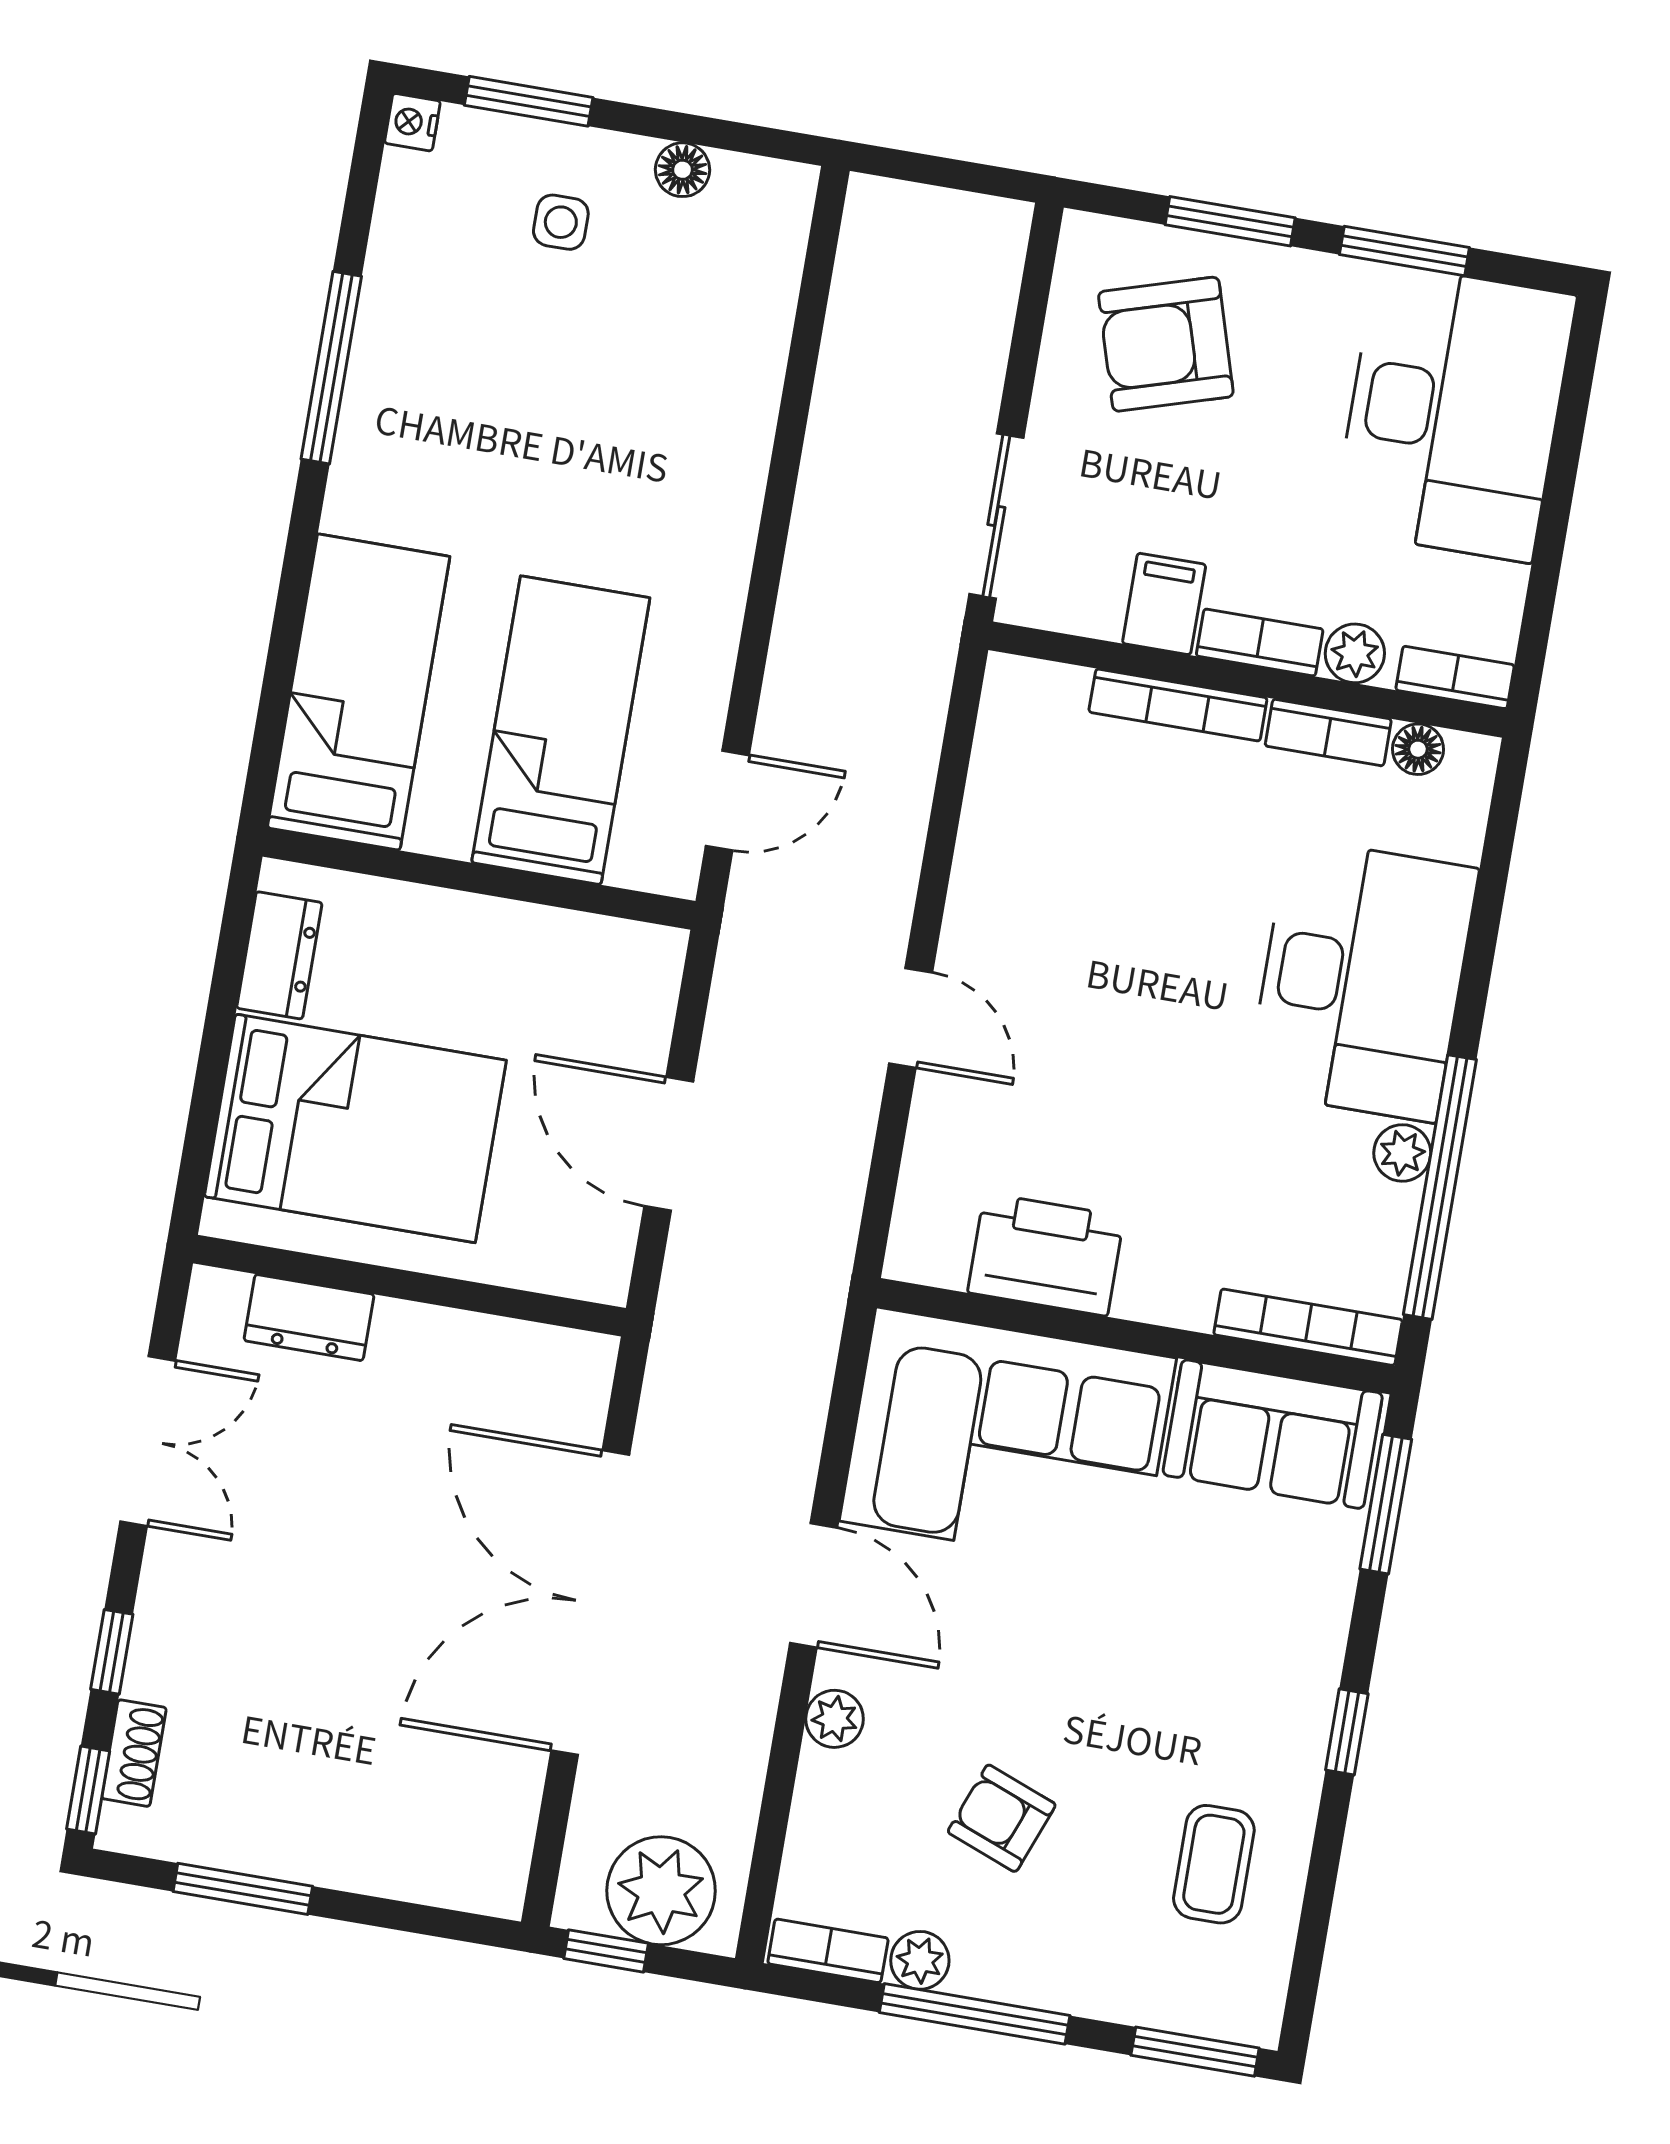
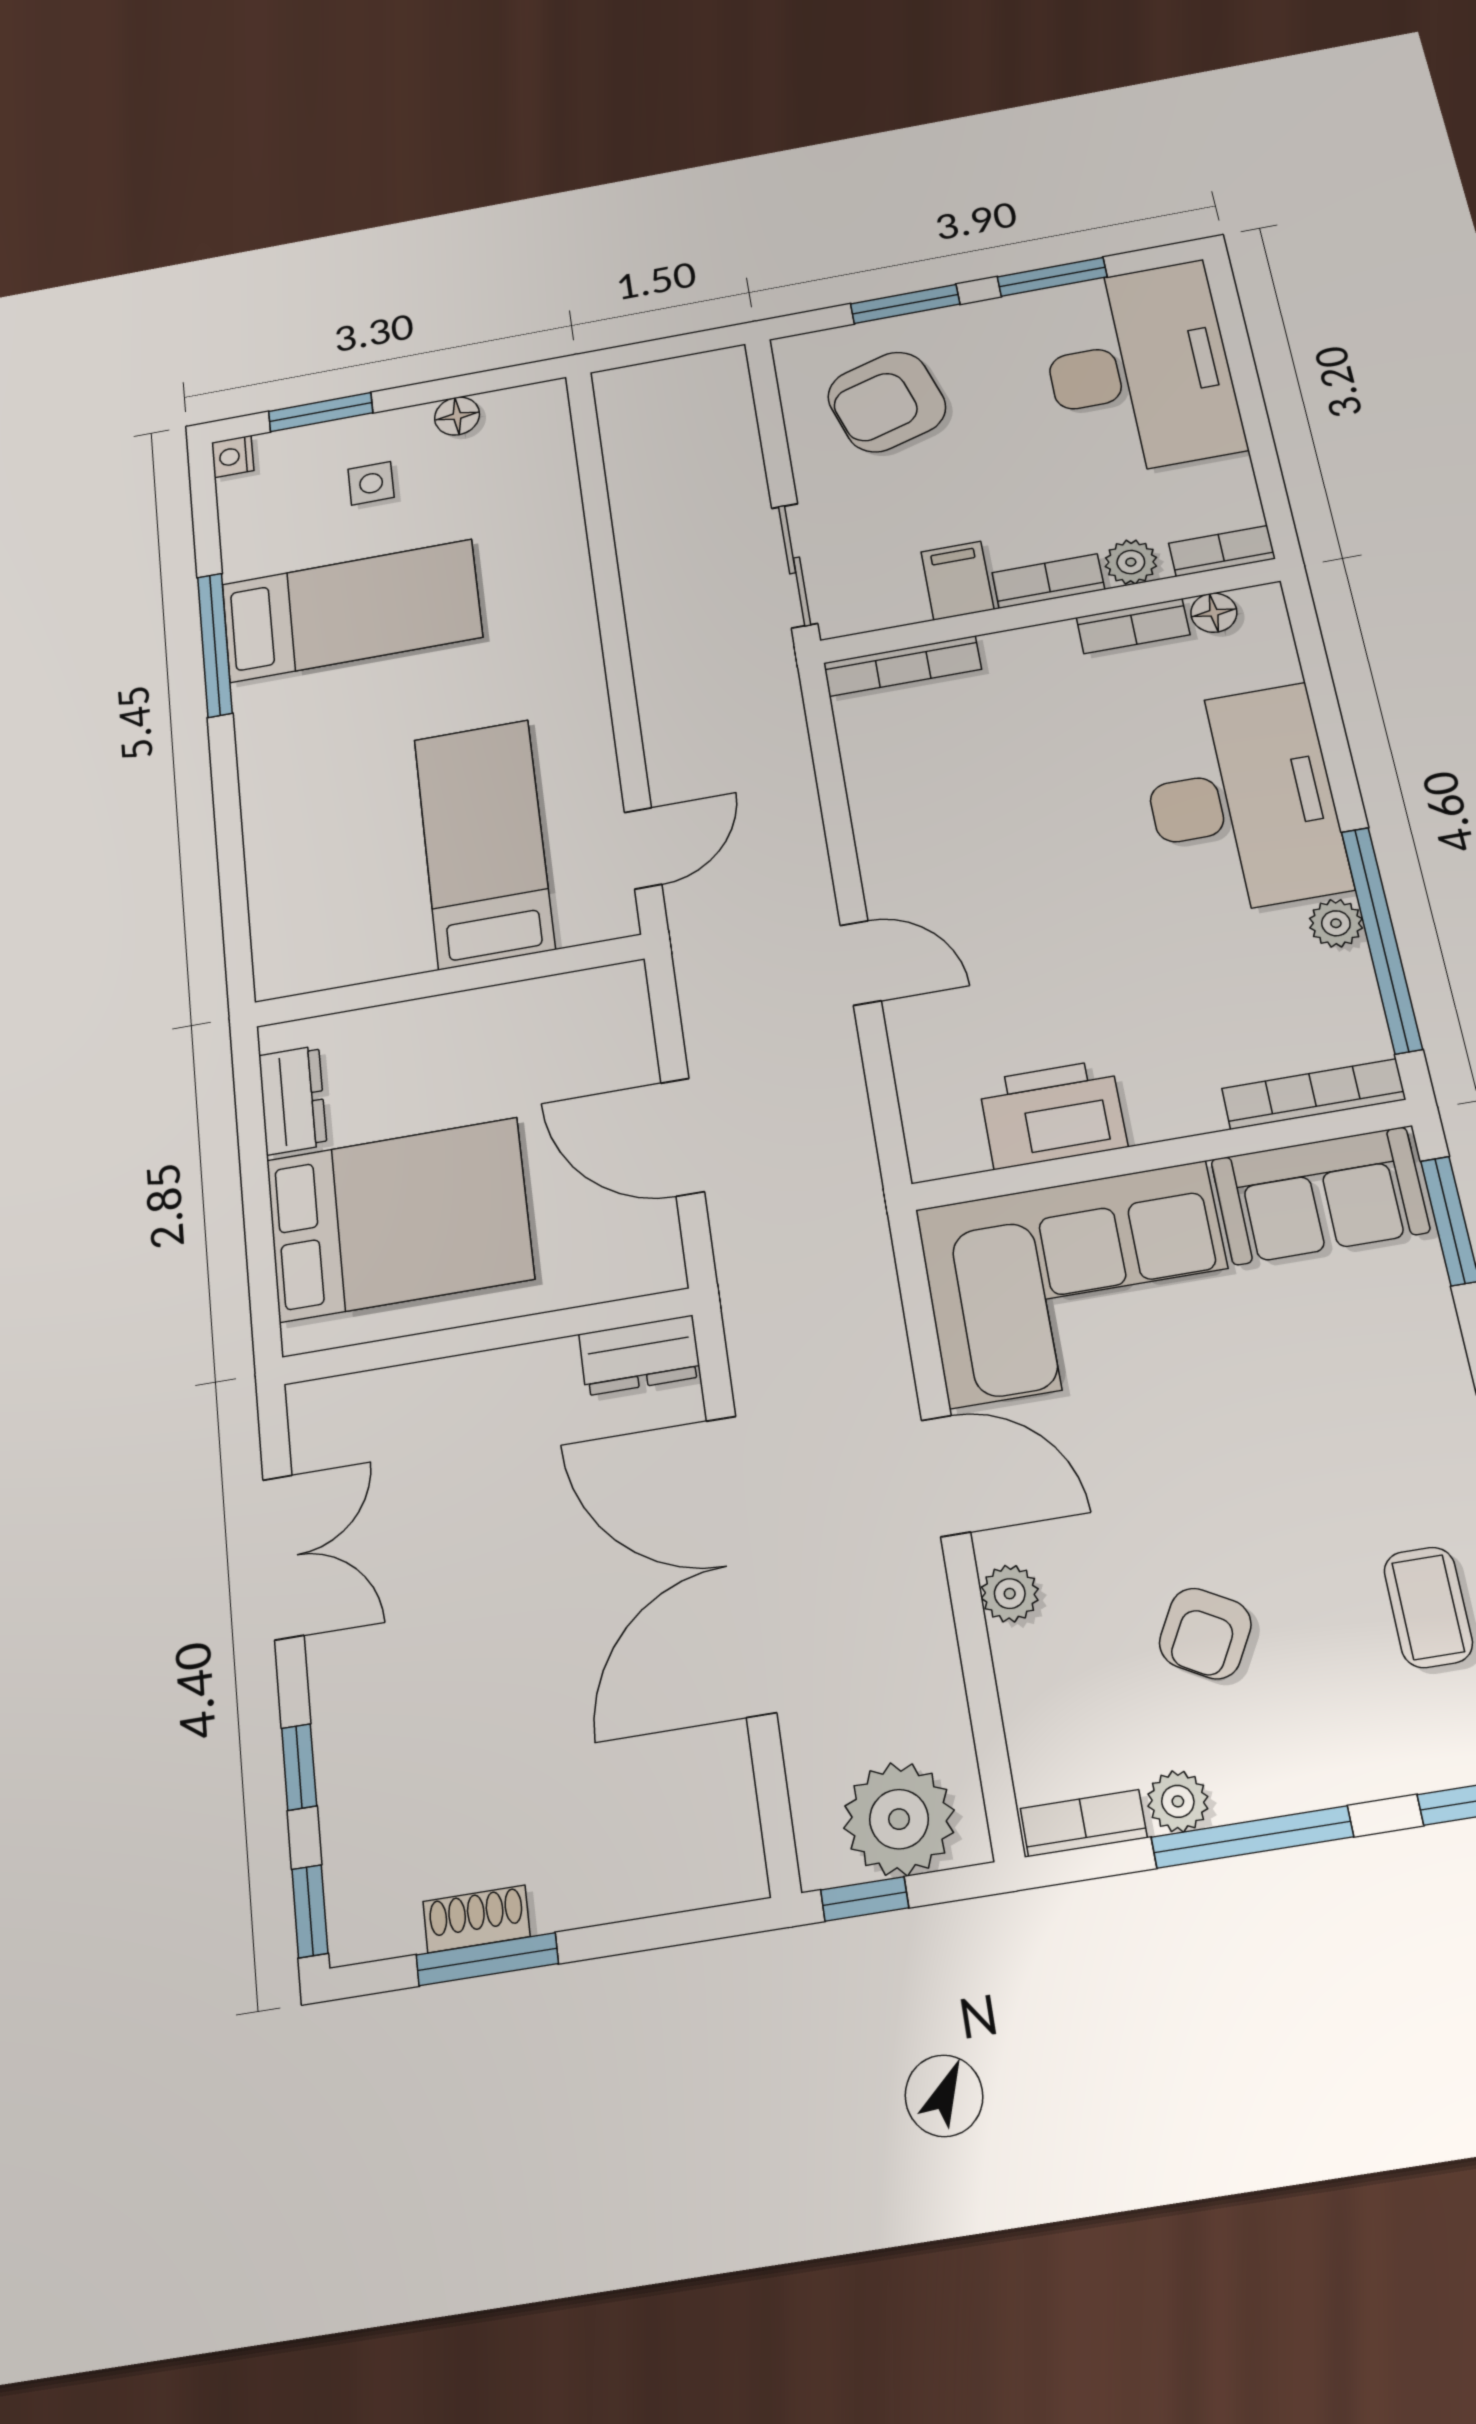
bed: (359, 692) -> (351, 611), moved, turned 90
bookcase: (1178, 705) -> (902, 666), moved
dresser: (309, 1318) -> (640, 1355), moved
shoe rack: (134, 1753) -> (476, 1919), moved, turned -90
armchair: (1002, 1818) -> (1205, 1633), turned -82

